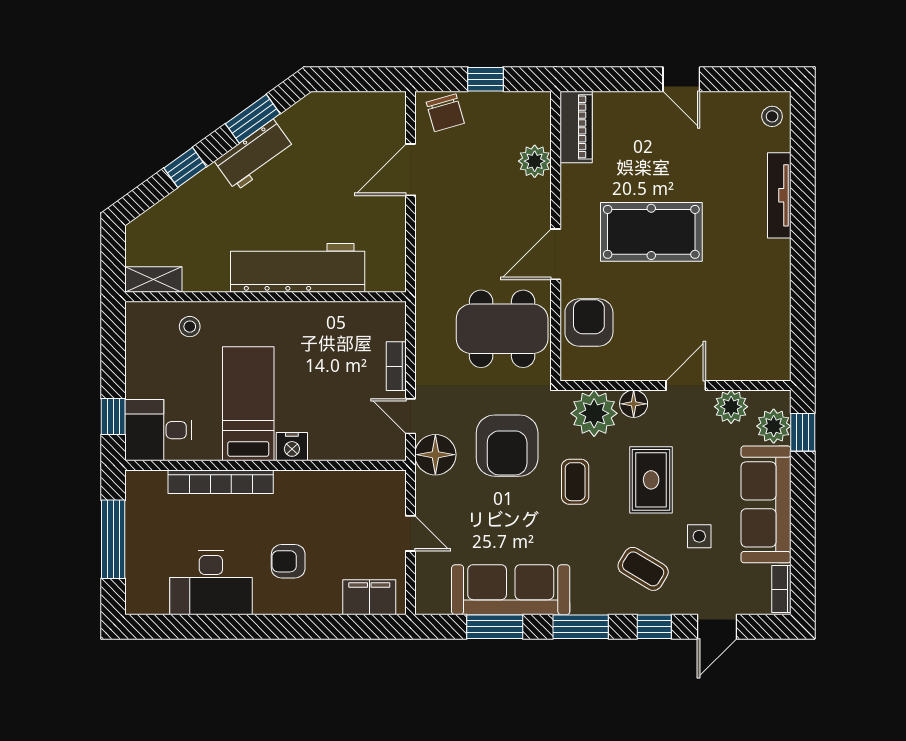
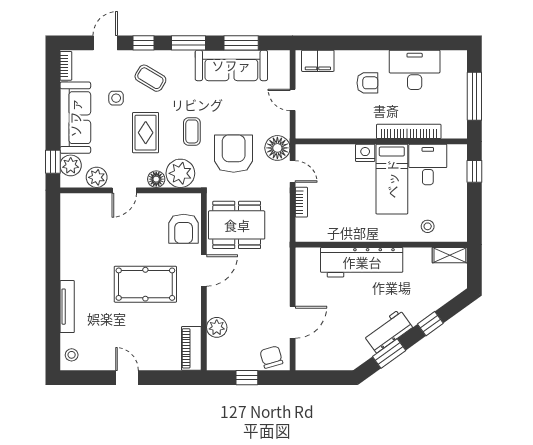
desk: (158, 430) -> (428, 164), moved, turned -90

